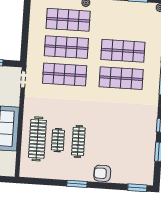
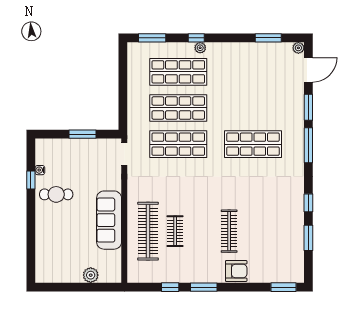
shop shelf: (123, 51) -> (253, 108), removed
clothes rail: (78, 141) -> (229, 231), moved
armchair: (102, 173) -> (236, 271), turned 180
window: (51, 182) -> (170, 287), added

